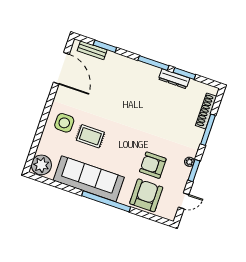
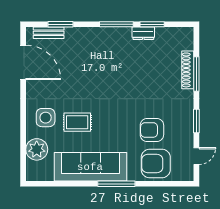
dresser: (174, 79) -> (143, 33), width x0.70
shoe rack: (206, 111) -> (188, 70), moved
plant: (189, 162) -> (188, 114), removed
plant: (41, 165) -> (37, 149), moved
armchair: (146, 195) -> (156, 163), turned -90
window: (106, 201) -> (116, 184), width x0.68

